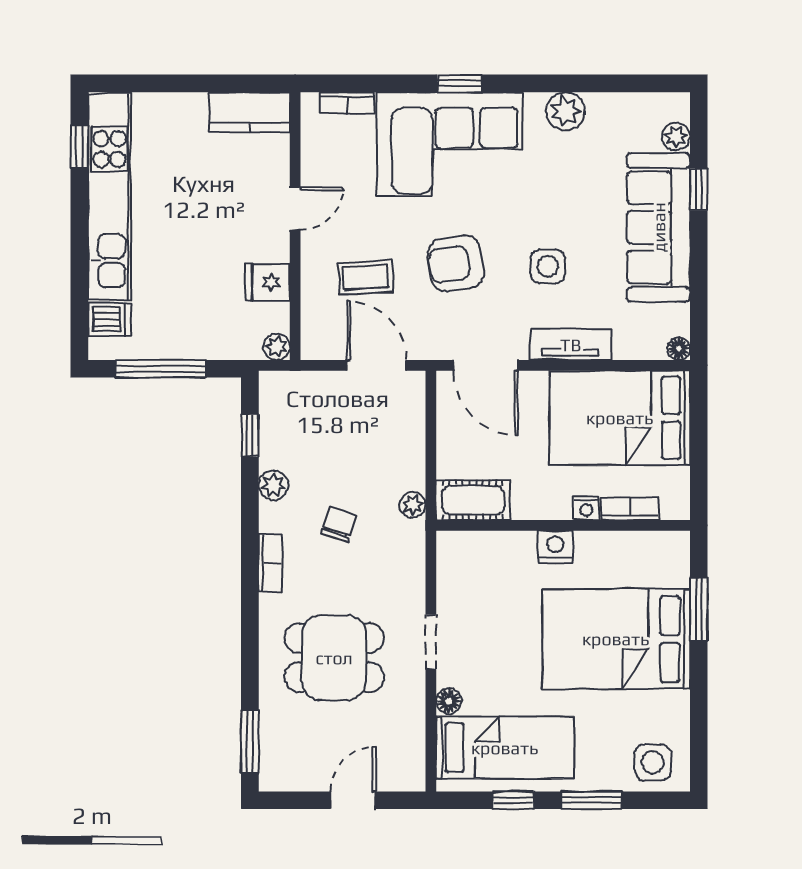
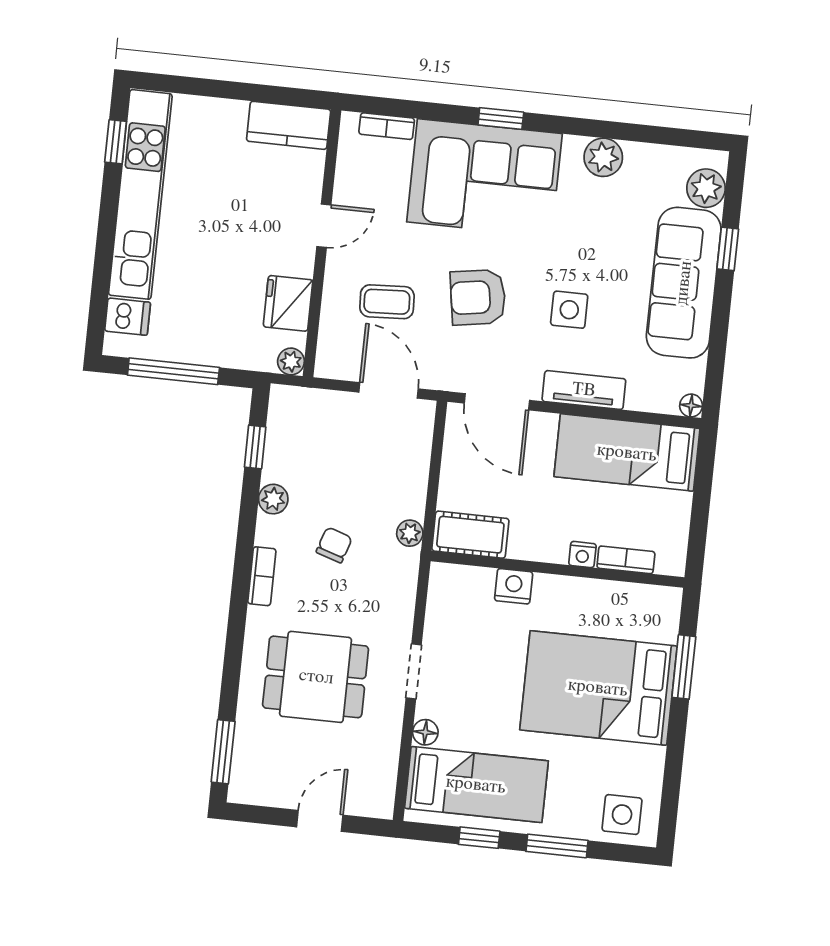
plant: (676, 136) -> (706, 188), width x1.38, depth x1.38
fridge: (268, 282) -> (288, 303), width x1.38
bed: (620, 418) -> (627, 453), width x0.67
nightstand: (555, 547) -> (514, 586), moved

